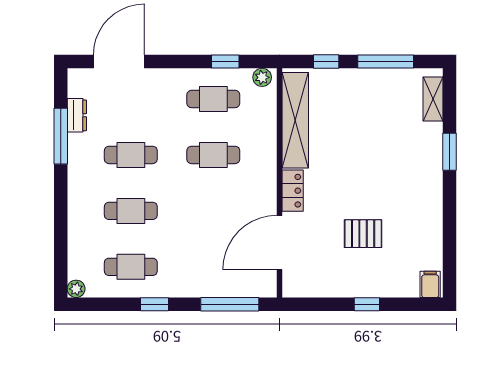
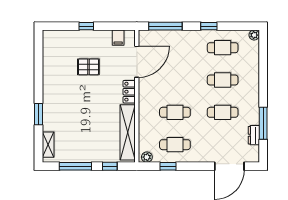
filing cabinet: (430, 284) -> (118, 38), moved

